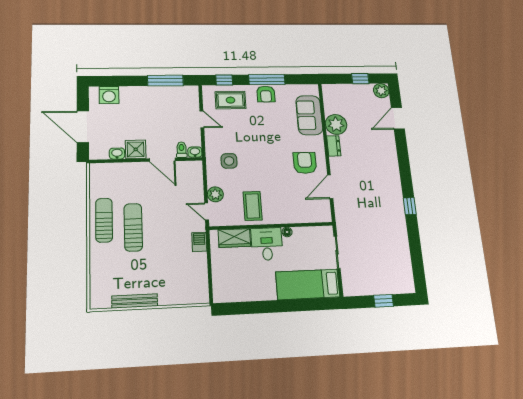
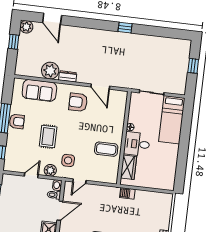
rug: (230, 100) -> (48, 137), moved
plant: (215, 194) -> (50, 170), moved
door: (207, 211) -> (79, 181), moved

